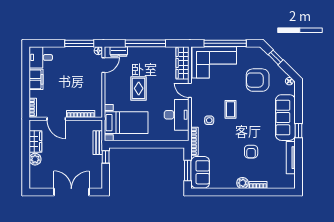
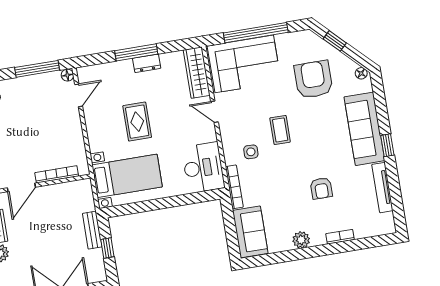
window: (145, 43) -> (136, 52), width x0.68
dresser: (119, 52) -> (147, 63), moved
armchair: (258, 80) -> (313, 79), turned 90
desk: (177, 115) -> (203, 168), moved
door: (56, 119) -> (21, 187), hinge flipped
bench: (98, 143) -> (92, 230), moved
window: (106, 157) -> (107, 248), moved
window: (188, 171) -> (231, 232), removed
plant: (242, 183) -> (301, 240), moved

